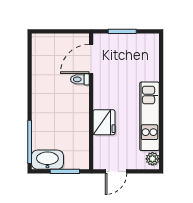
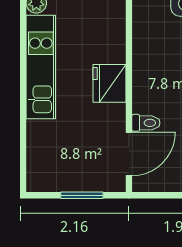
fridge: (104, 122) -> (109, 83), moved

